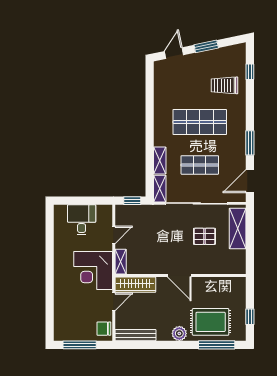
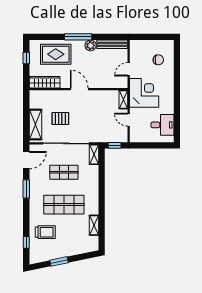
door: (174, 53) -> (83, 256), removed
shelving: (160, 160) -> (94, 225), moved
desk: (82, 220) -> (162, 125), moved, turned -90
door: (114, 235) -> (129, 120), hinge flipped
wardrobe: (135, 285) -> (45, 82), moved
chair: (104, 329) -> (158, 60), moved
plant: (179, 333) -> (91, 45), moved
window: (80, 345) -> (154, 37), removed
window: (217, 345) -> (78, 37), moved

